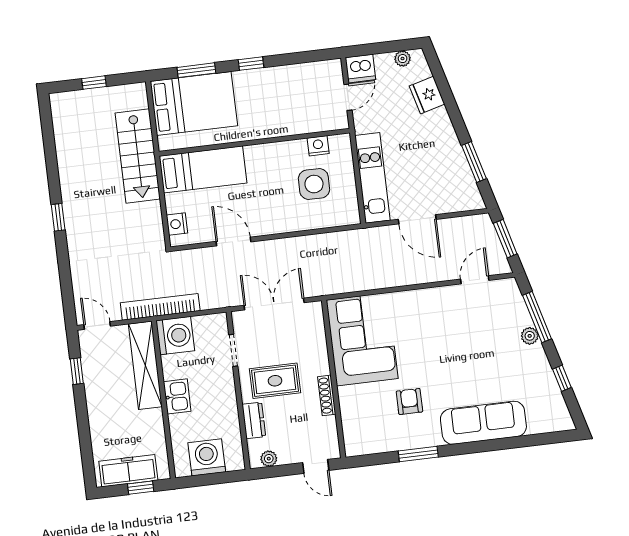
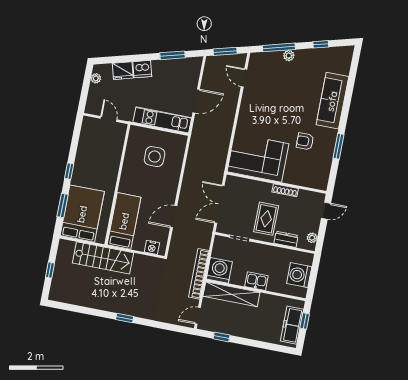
dishwasher: (360, 69) -> (142, 69), moved, turned 75
nightstand: (318, 146) -> (132, 147), removed

